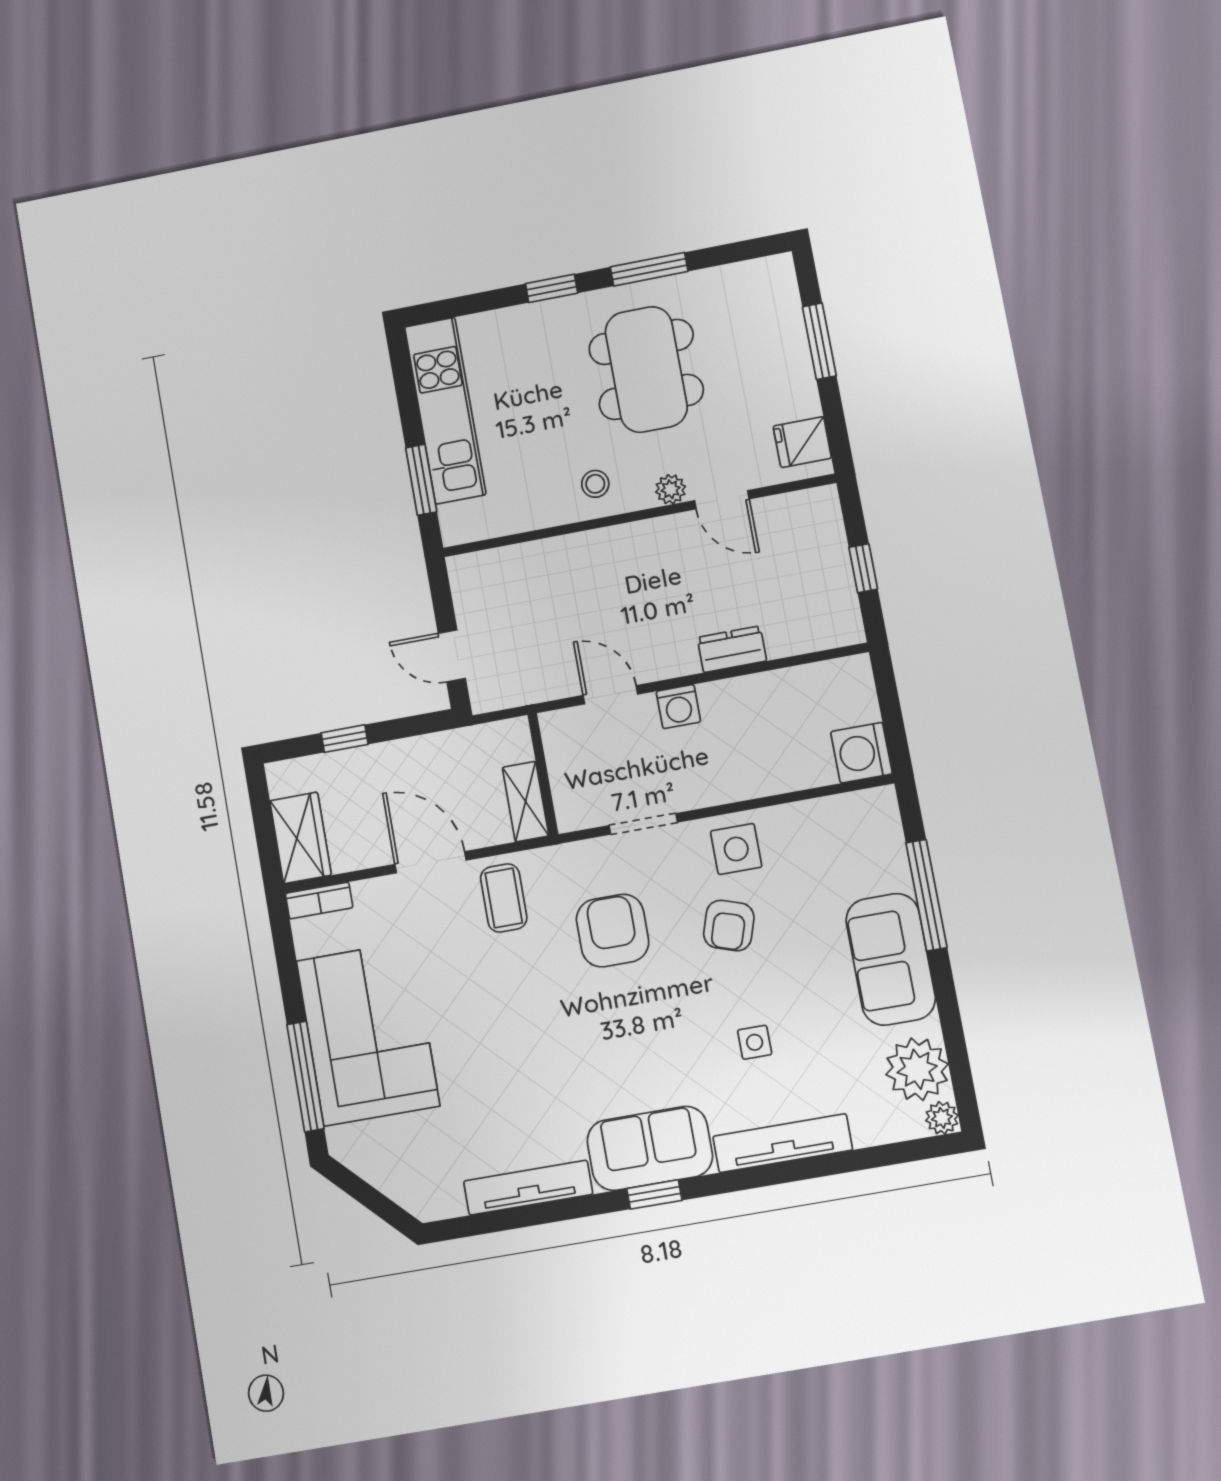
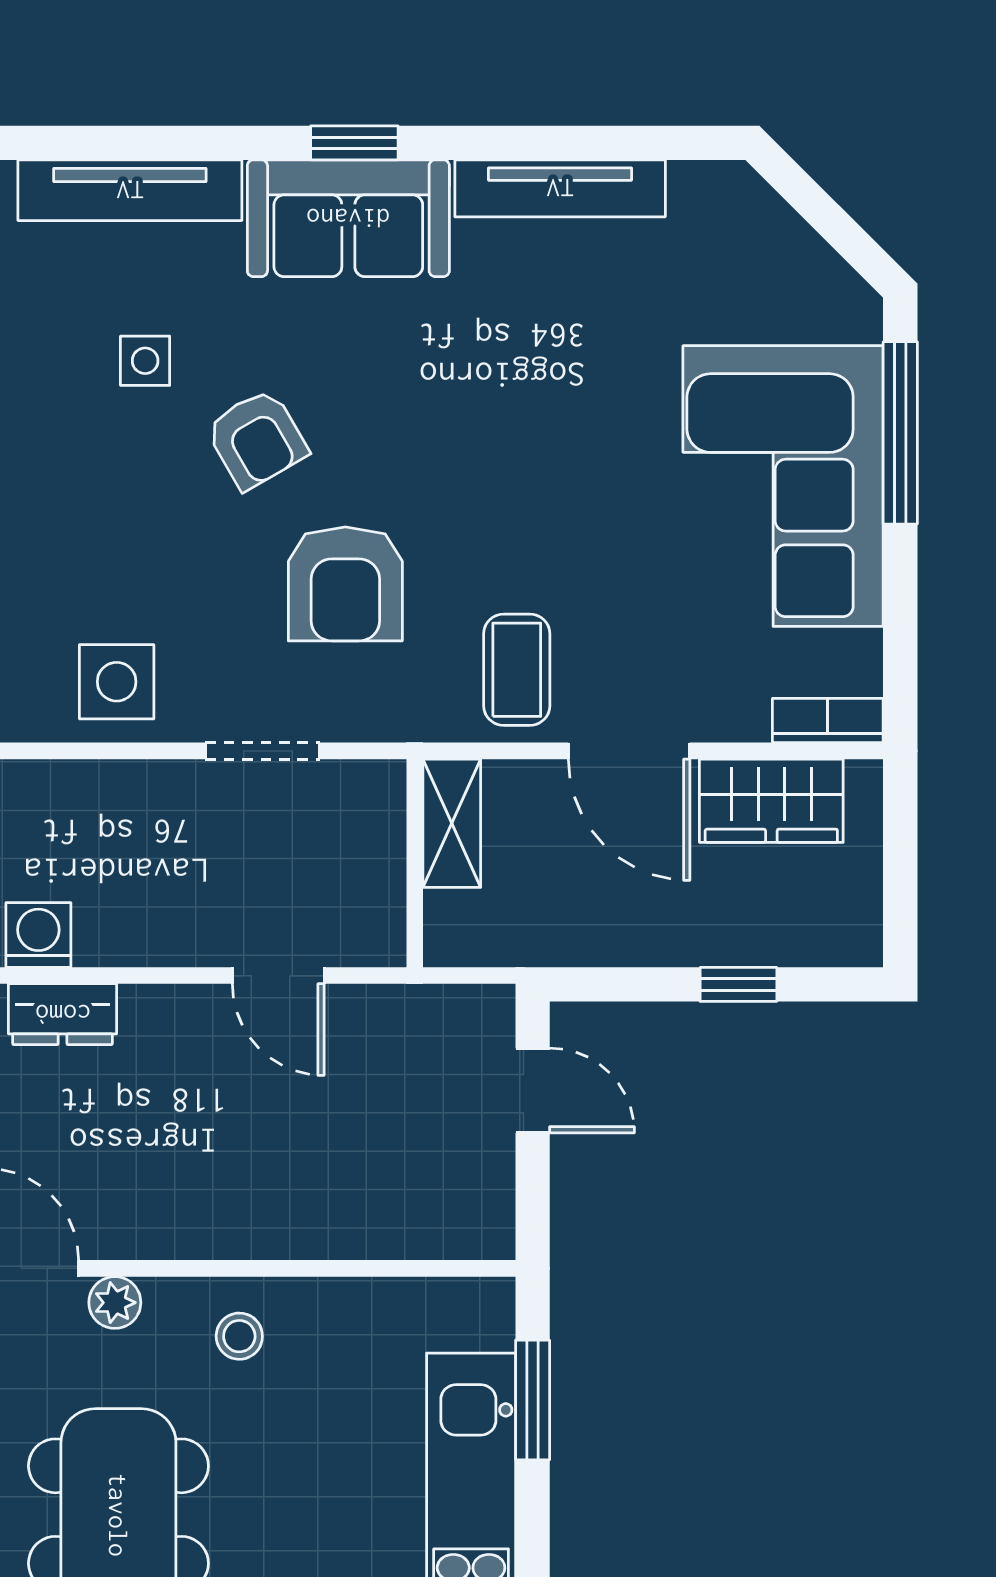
washing machine: (678, 707) -> (38, 935), moved
wardrobe: (301, 838) -> (771, 801), moved, turned -90
armchair: (729, 926) -> (257, 439), moved, turned 132

